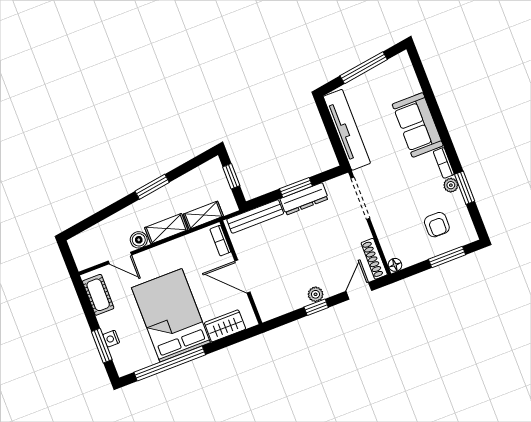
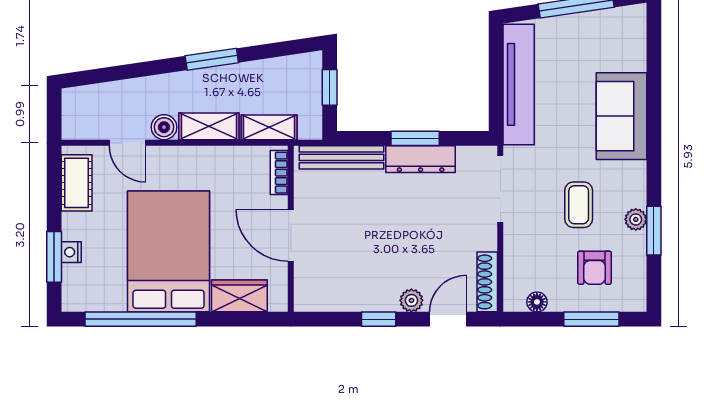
bookcase: (444, 163) -> (638, 184), removed
coffee table: (412, 190) -> (579, 205), added
floor lamp: (395, 265) -> (537, 302), moved
plant: (316, 294) -> (411, 300), moved

